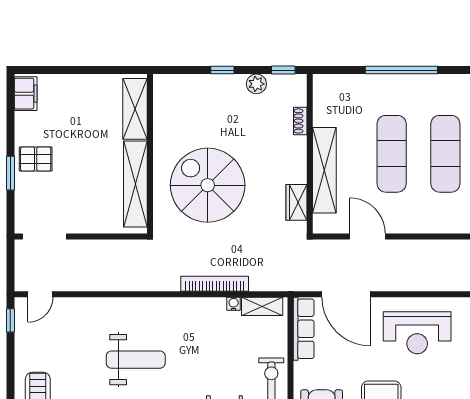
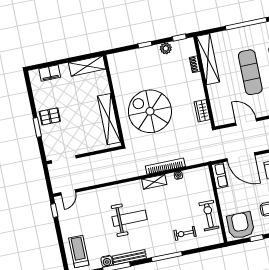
filing cabinet: (26, 94) -> (50, 73), moved, turned 90
shelving: (135, 109) -> (87, 66), moved, turned 90
shelving: (324, 170) -> (208, 59), moved
shelving: (262, 306) -> (154, 182), moved
row of seats: (304, 329) -> (220, 176), width x0.68

